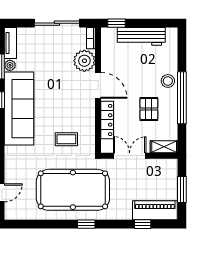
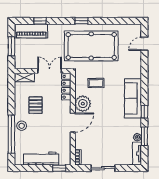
sliding door: (57, 23) -> (103, 168), width x0.73
plant: (84, 61) -> (83, 104), moved
door: (98, 85) -> (73, 123), swing flipped
window: (182, 98) -> (11, 134), moved
sofa: (19, 109) -> (133, 98), width x0.74, depth x0.79
locker: (107, 120) -> (66, 87), moved
double door: (130, 156) -> (50, 71), swing flipped

